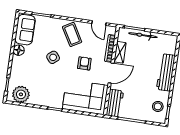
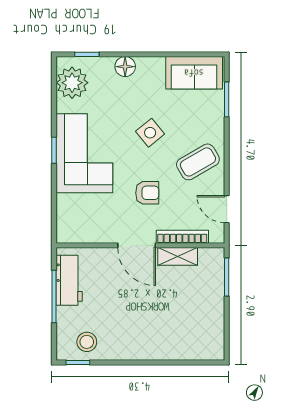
door: (99, 23) -> (227, 209), hinge flipped
bicycle: (143, 35) -> (216, 294), removed
floor lamp: (19, 50) -> (125, 67), moved
workbench: (166, 72) -> (153, 347), removed
corner sofa: (85, 97) -> (84, 153), moved
workbench: (115, 103) -> (69, 280), moved, turned -90

